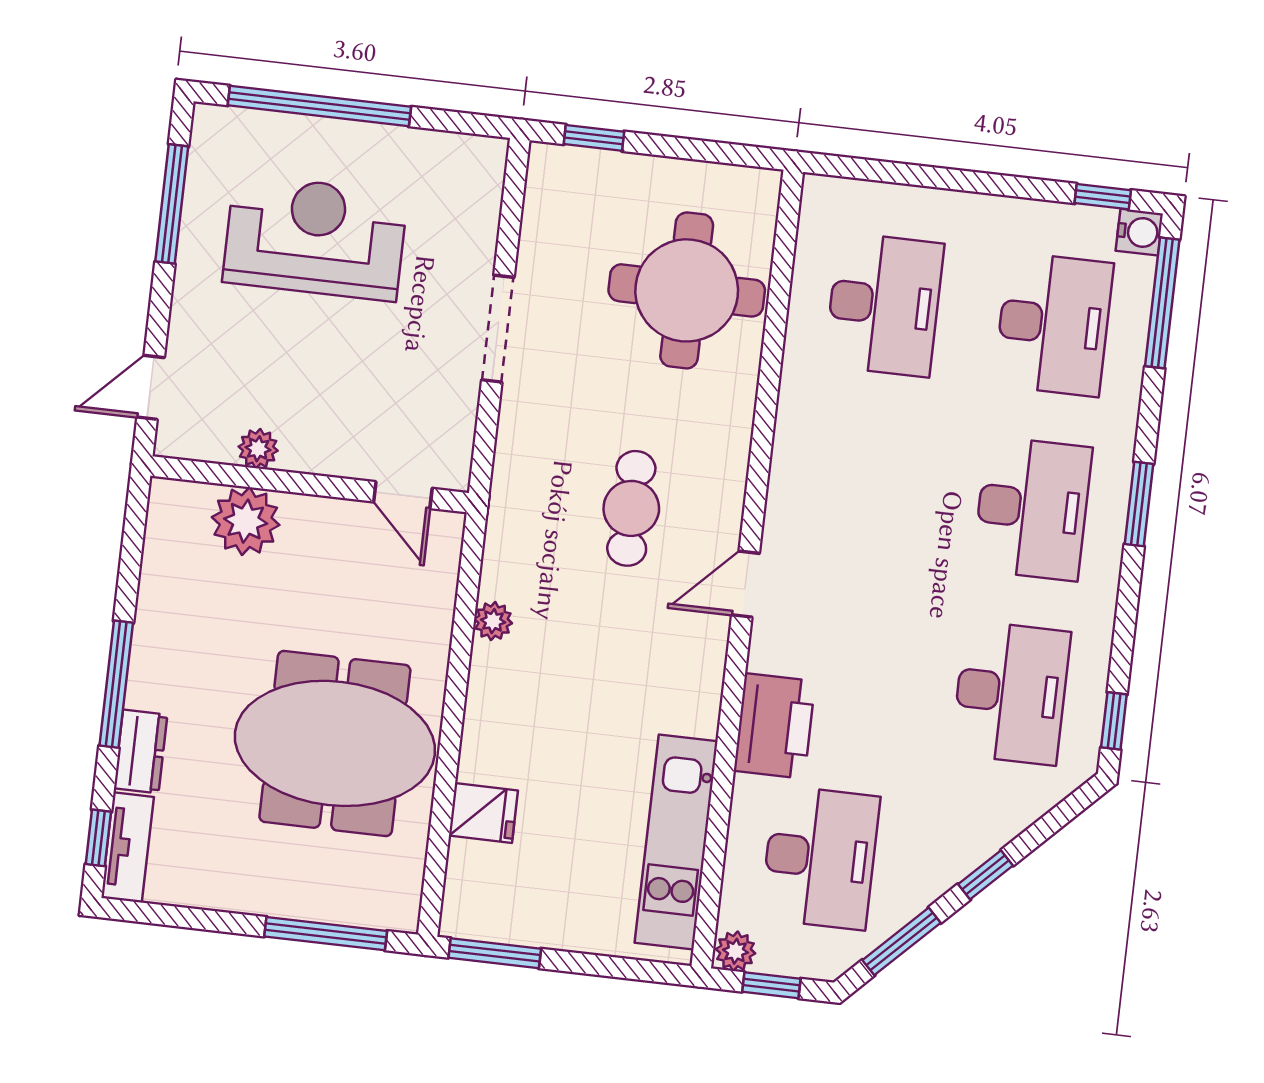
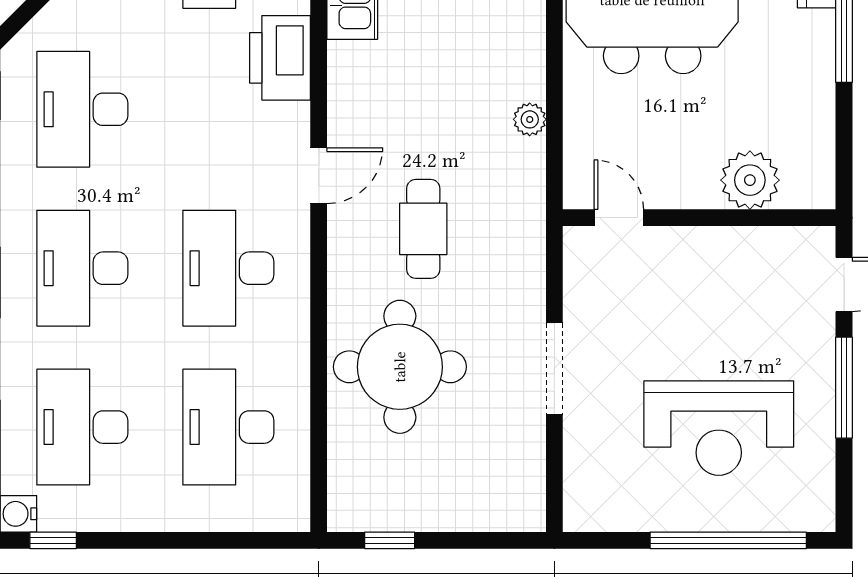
window: (594, 138) -> (390, 540), moved
window: (172, 204) -> (844, 388), moved
round table: (687, 290) -> (400, 367), moved
plant: (258, 449) -> (747, 243), removed
desk: (863, 489) -> (228, 268), added

